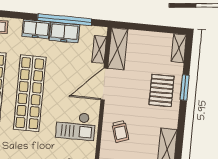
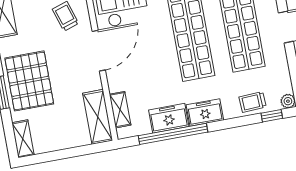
door: (104, 84) -> (99, 51), moved
pallet: (162, 90) -> (29, 81), width x1.37, depth x1.41

